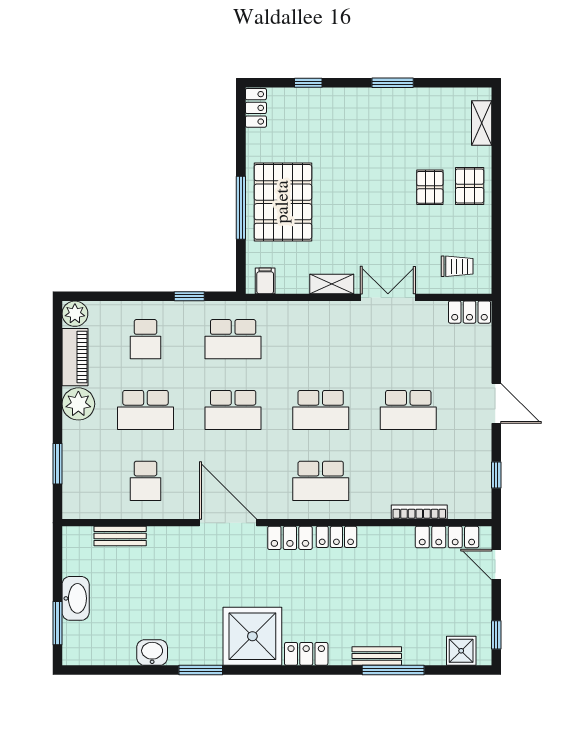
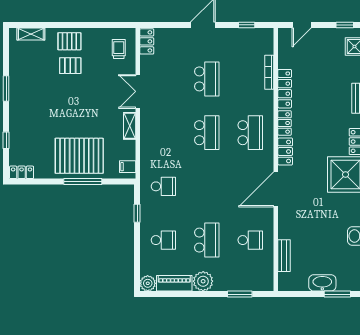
school desk: (233, 339) -> (163, 186), width x0.54
school desk: (233, 410) -> (207, 186), removed
locker: (447, 537) -> (285, 89), moved

